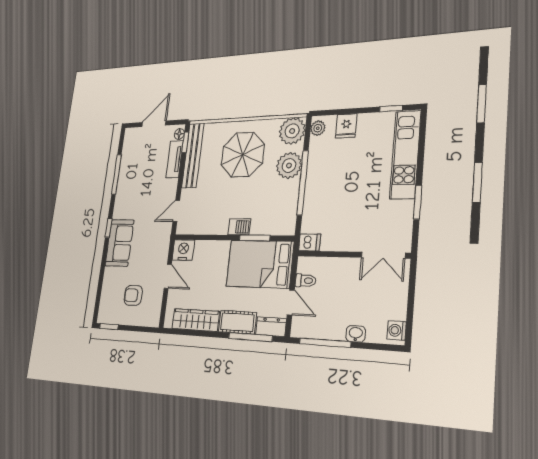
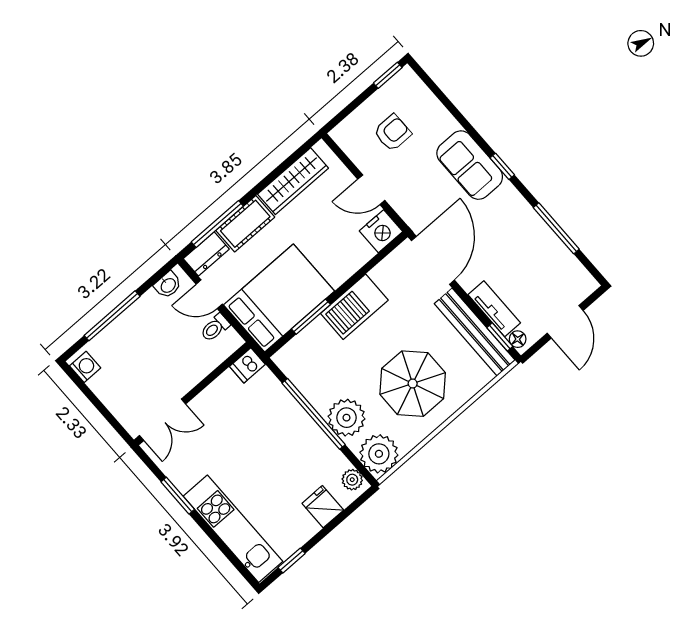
door: (176, 211) -> (433, 260), width x1.87
barbecue: (239, 227) -> (354, 307), width x1.88, depth x1.53
double door: (383, 255) -> (163, 420), swing flipped
washbasin: (356, 334) -> (168, 285), moved
window: (325, 343) -> (112, 316), moved

